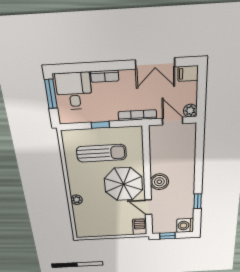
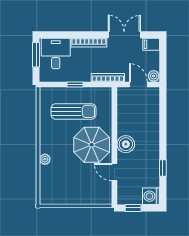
double door: (155, 63) -> (124, 35), swing flipped
bookcase: (105, 76) -> (89, 43), width x1.56
barbecue: (140, 227) -> (105, 195), removed

